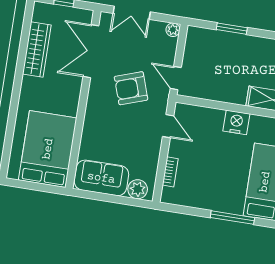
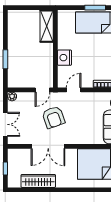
double door: (91, 51) -> (48, 146), moved
nightstand: (236, 122) -> (64, 58), moved

